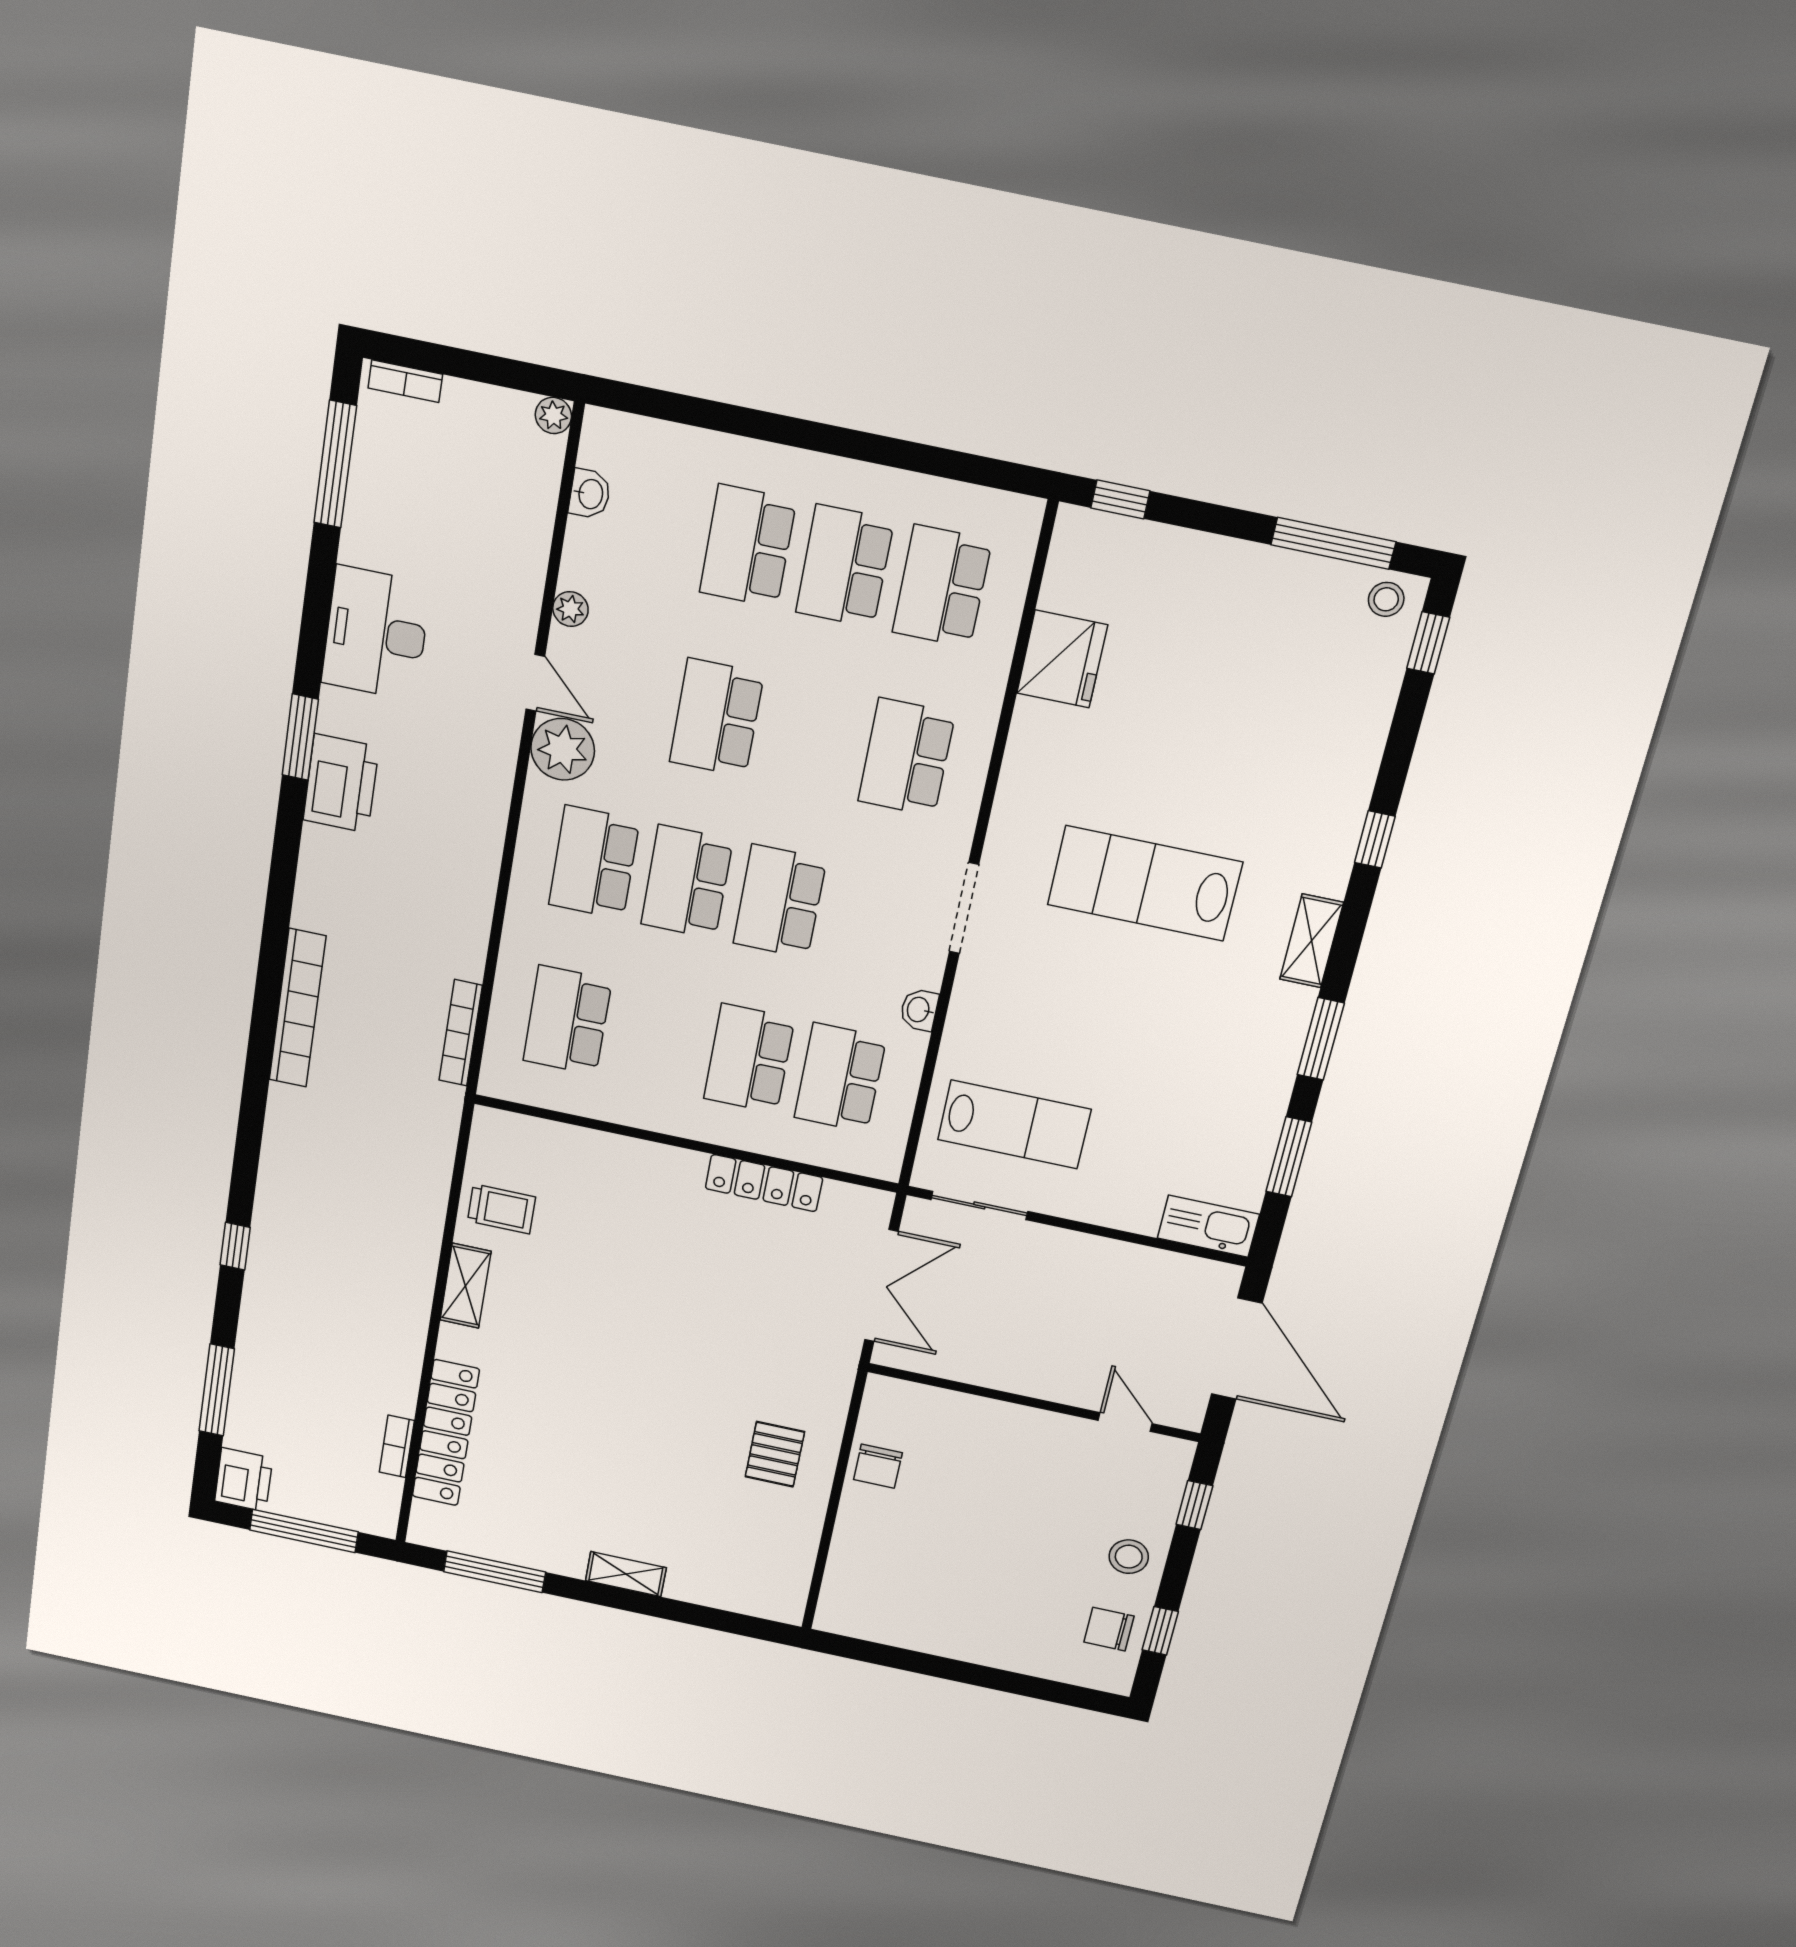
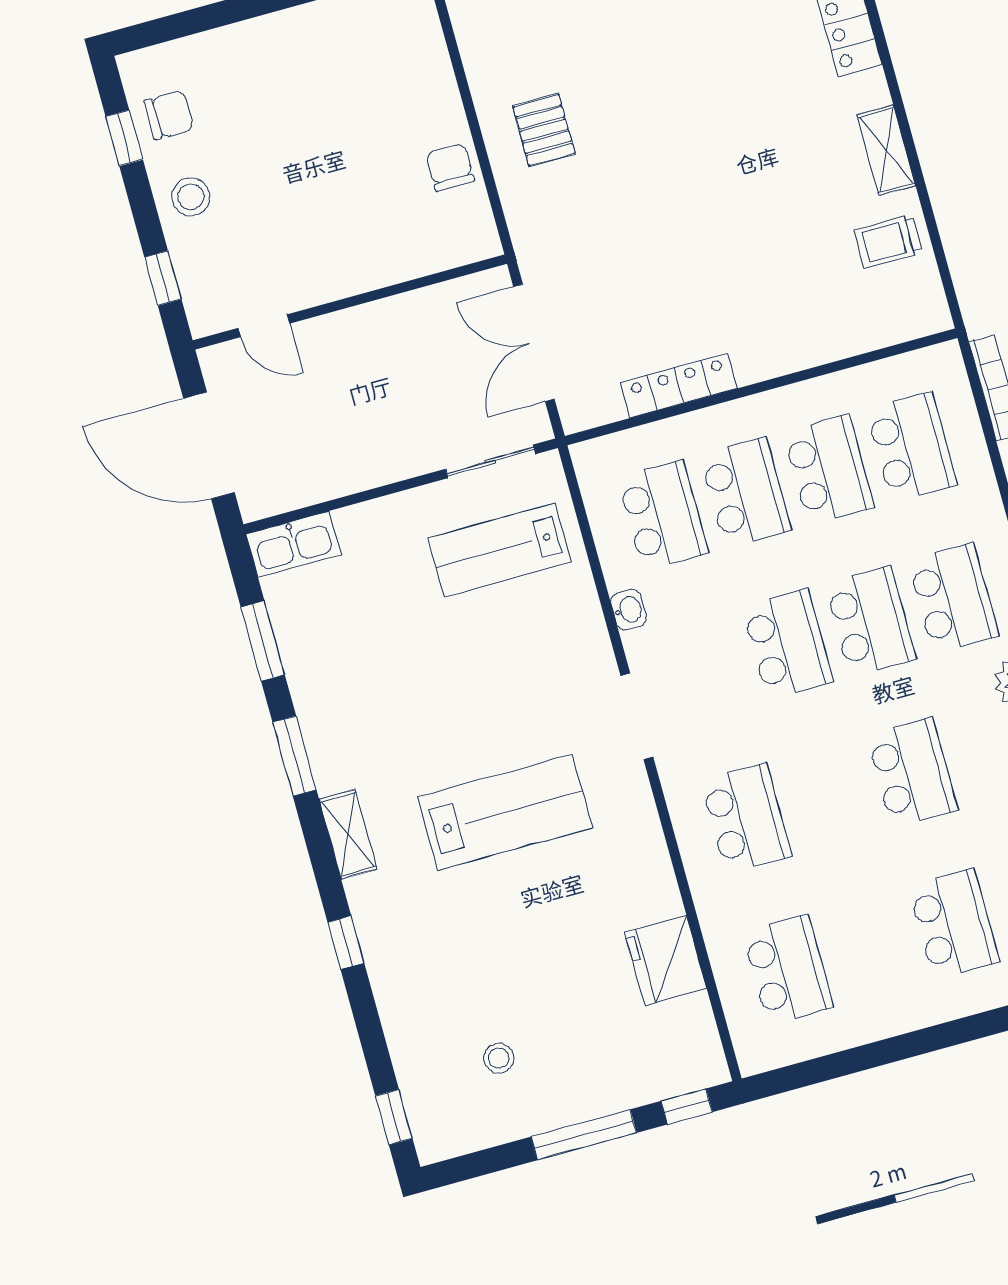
window: (1333, 543) -> (584, 1135), moved
school desk: (845, 566) -> (829, 470), moved
stool: (1386, 599) -> (499, 1058), moved

